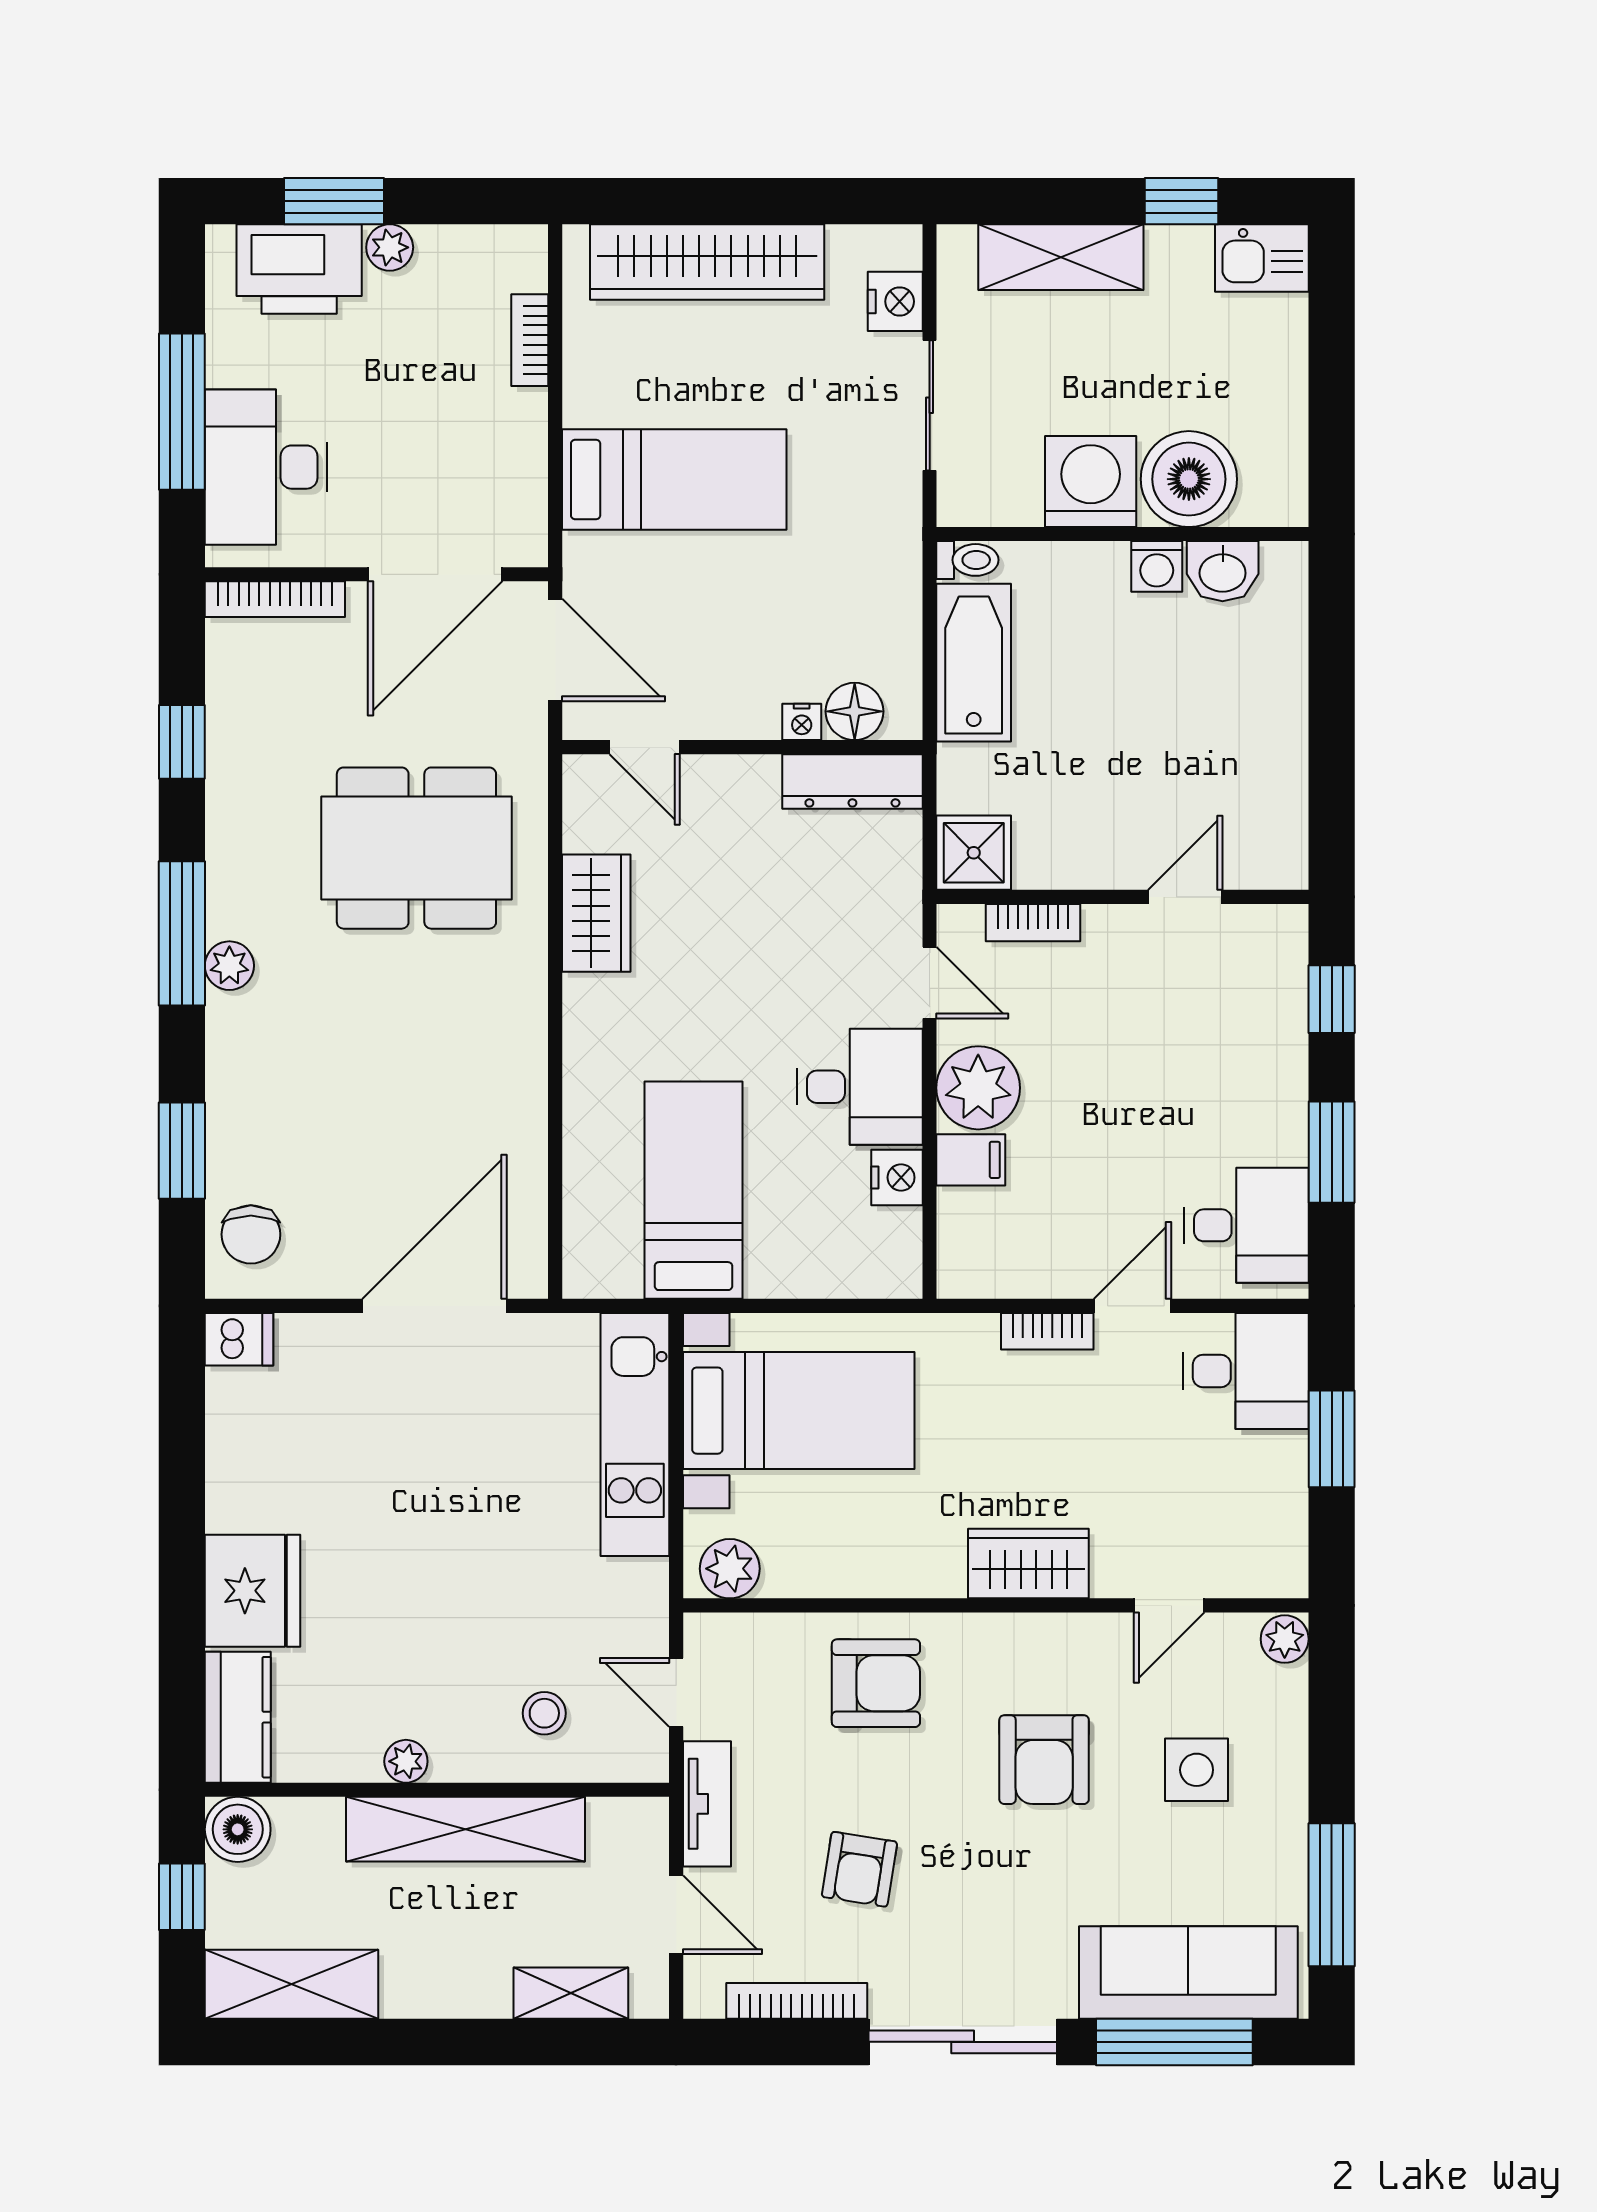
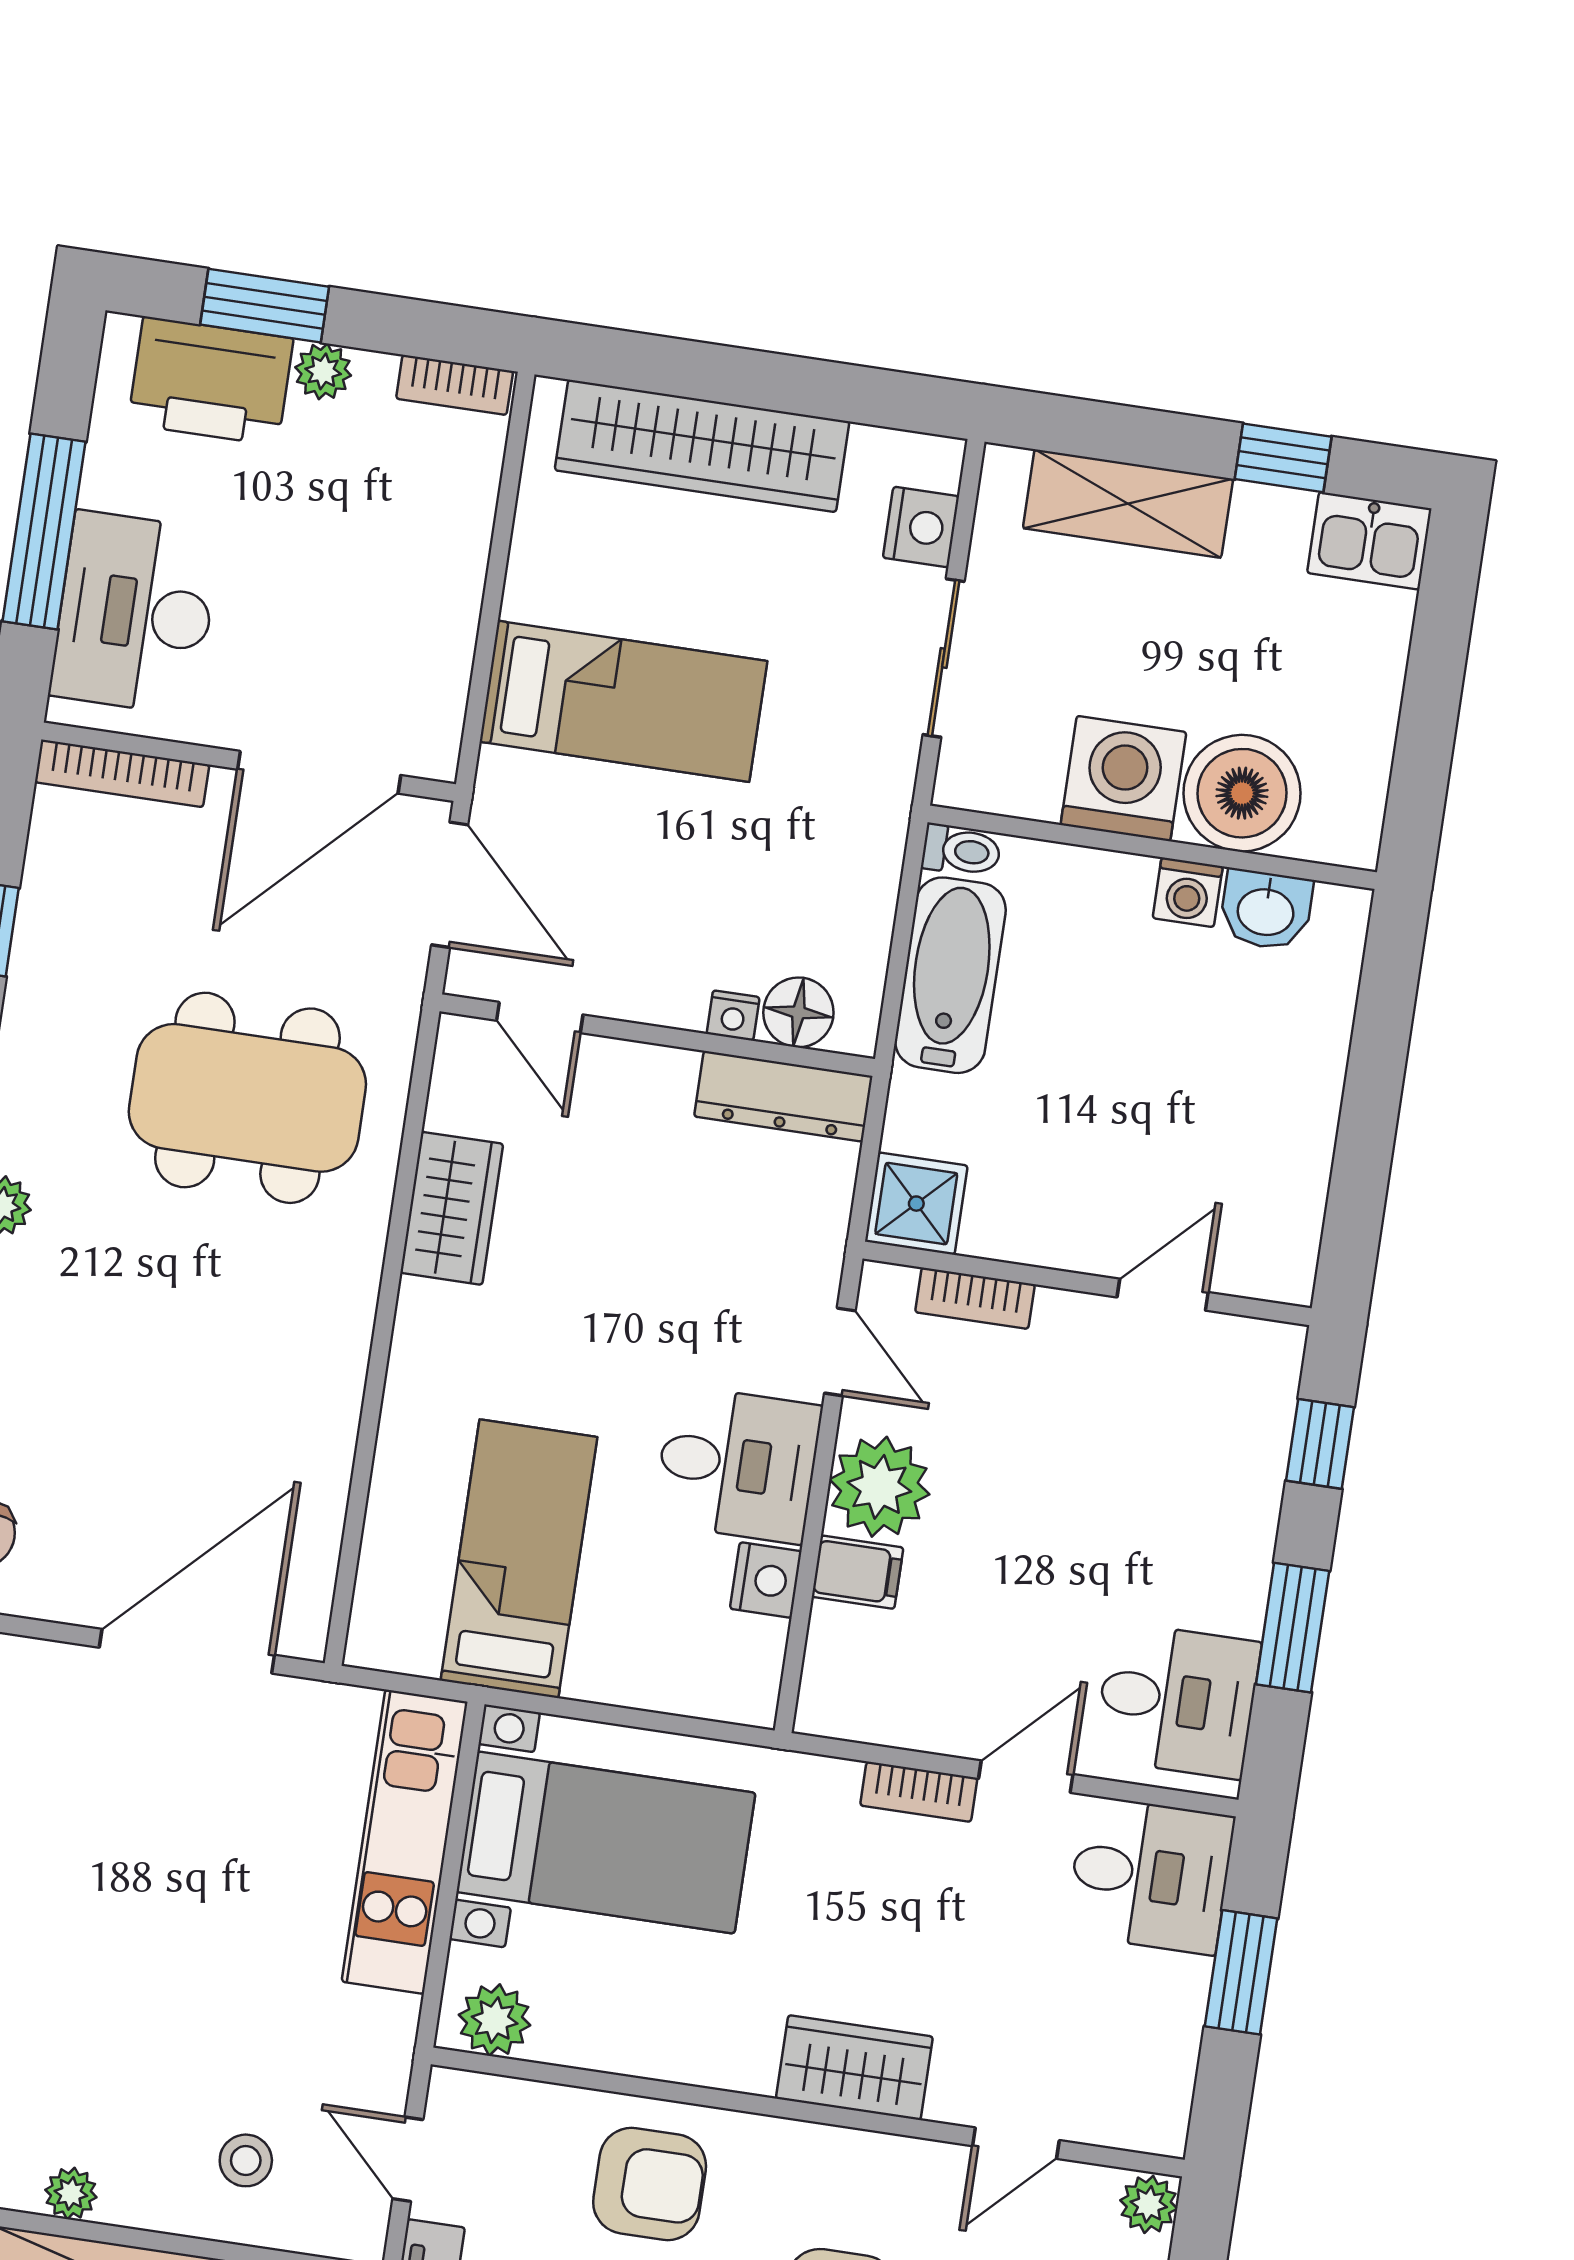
bookcase: (530, 340) -> (455, 385), moved, turned -90

